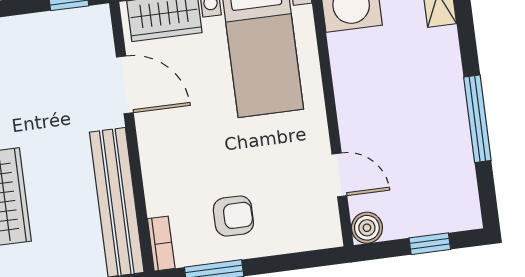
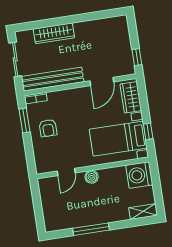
boiler: (367, 228) -> (92, 177), moved
window: (430, 244) -> (38, 210), removed

